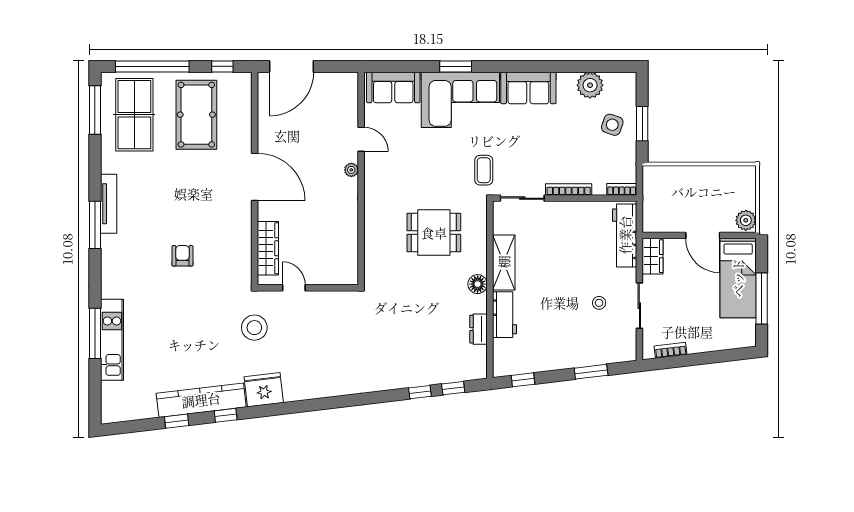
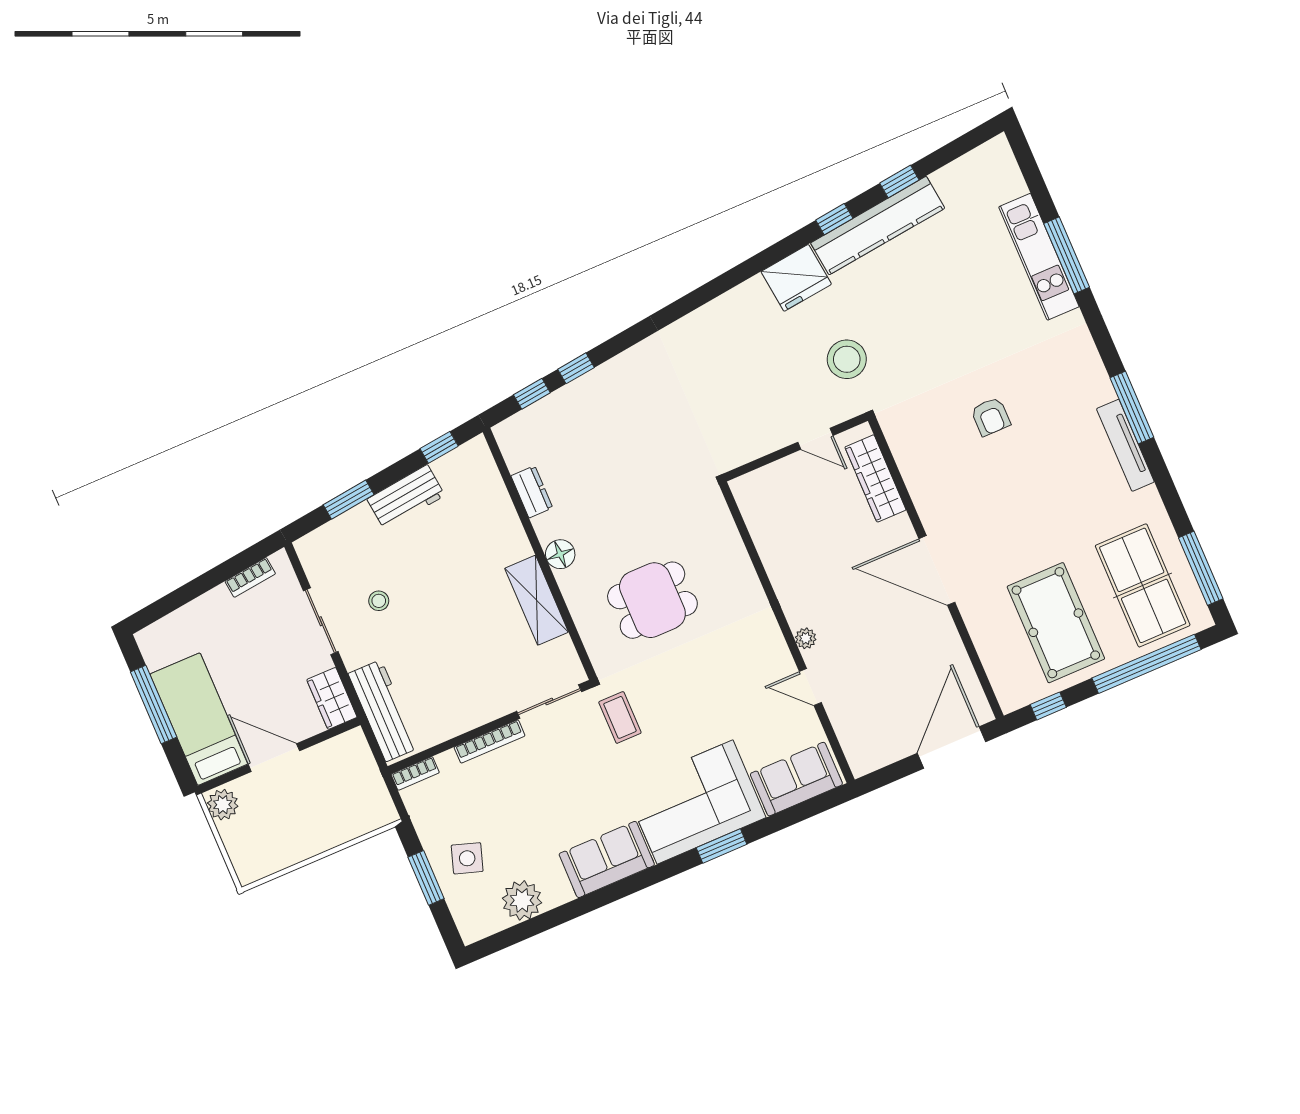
workbench: (505, 315) -> (406, 497), moved, turned -97

